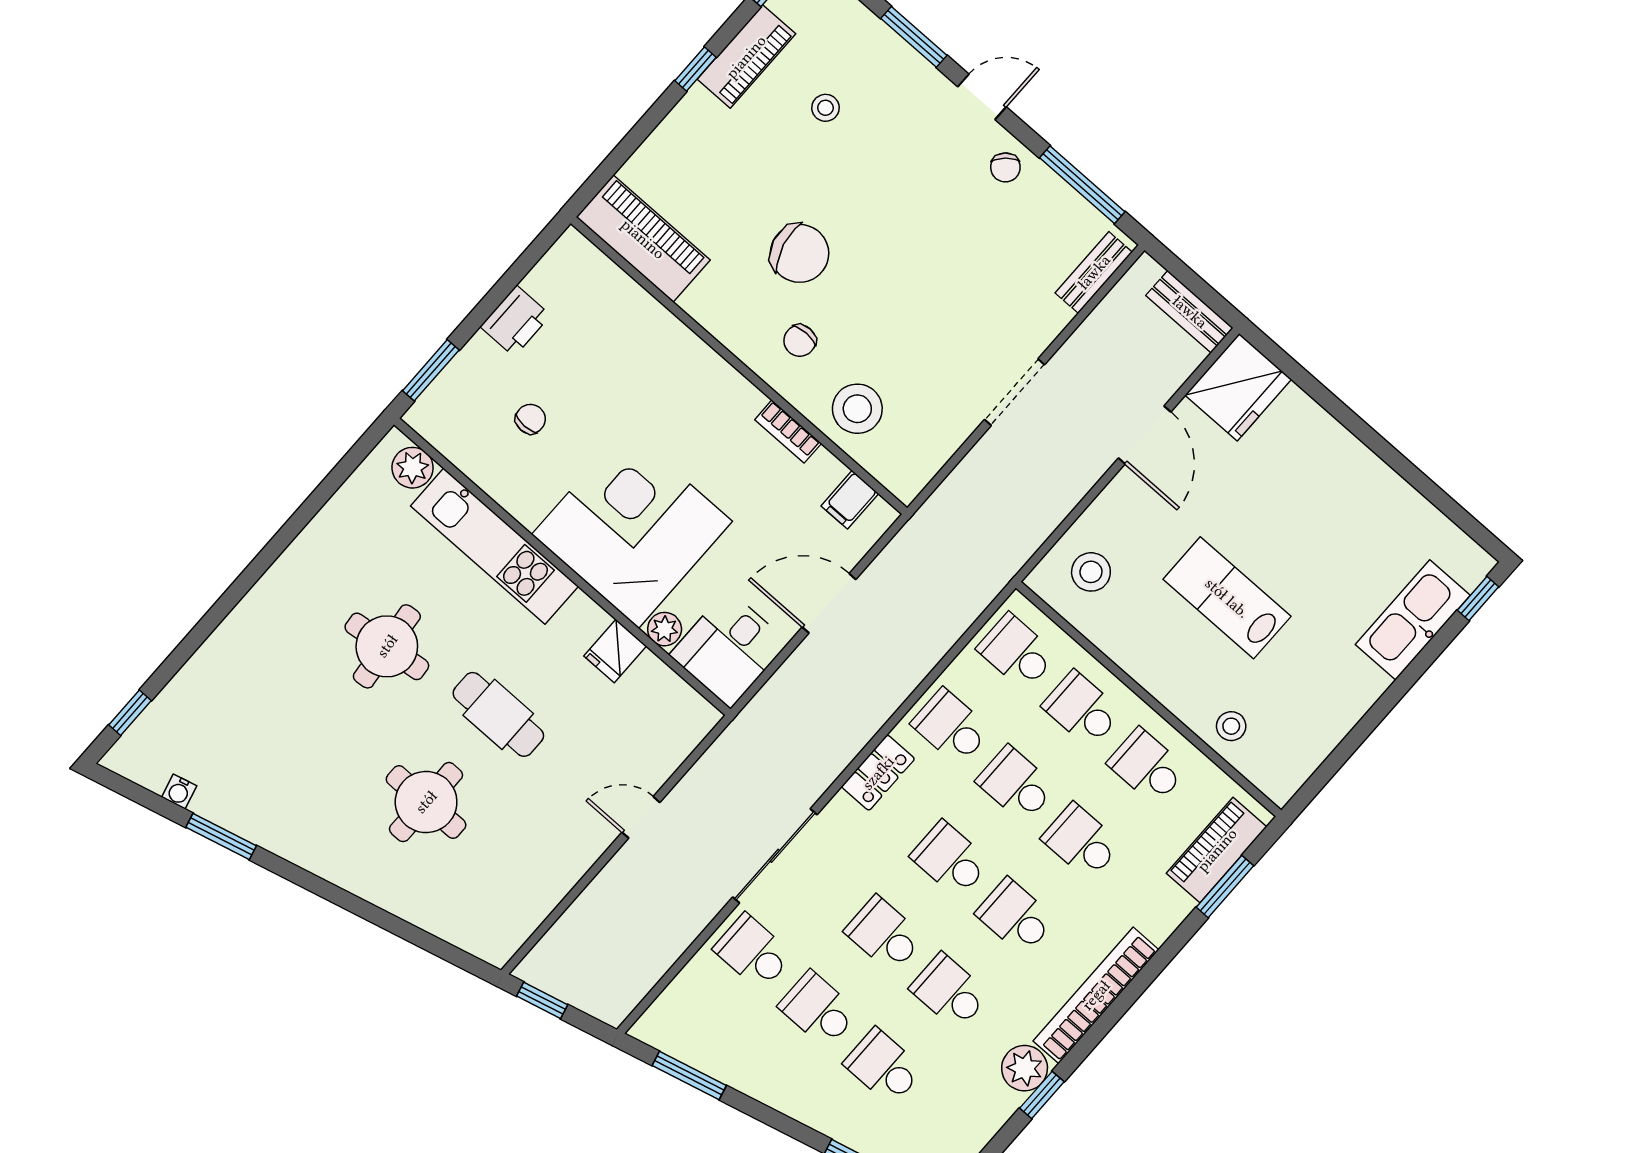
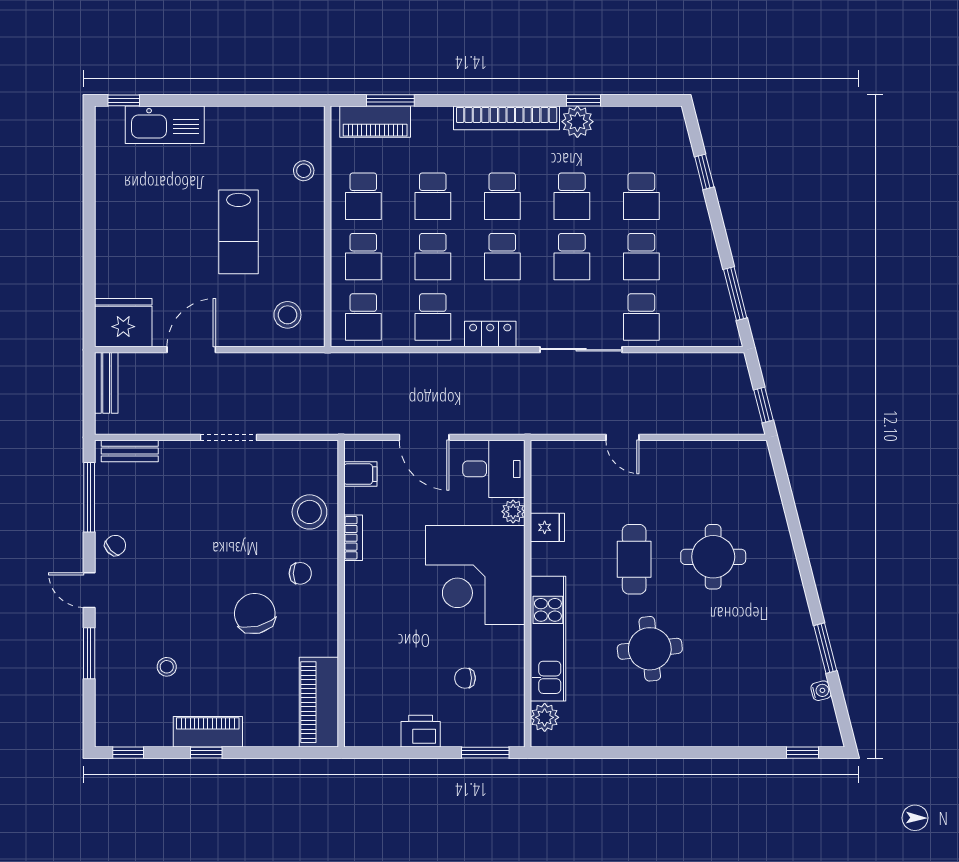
piano: (746, 57) -> (208, 732), moved

